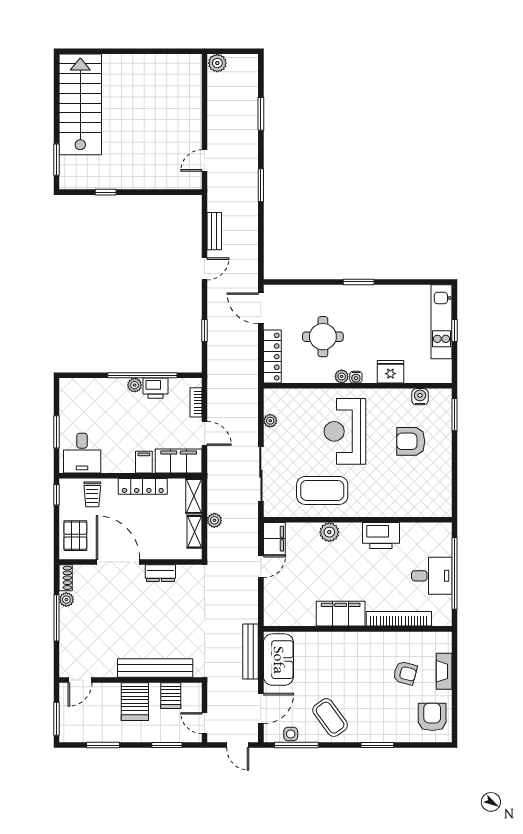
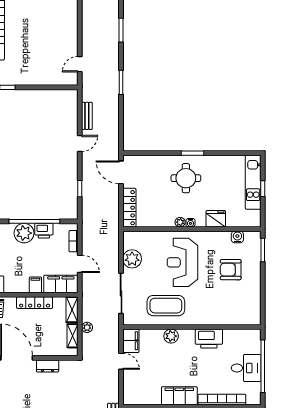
round table: (323, 337) -> (186, 178), moved
plant: (135, 385) -> (24, 233), width x1.88, depth x1.88
plant: (270, 421) -> (132, 259), width x1.88, depth x1.88
door: (261, 567) -> (121, 361), hinge flipped

